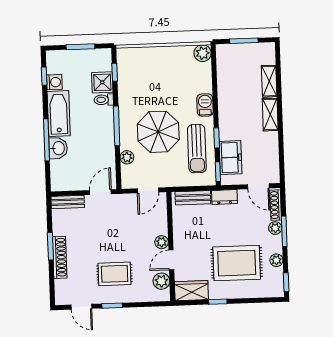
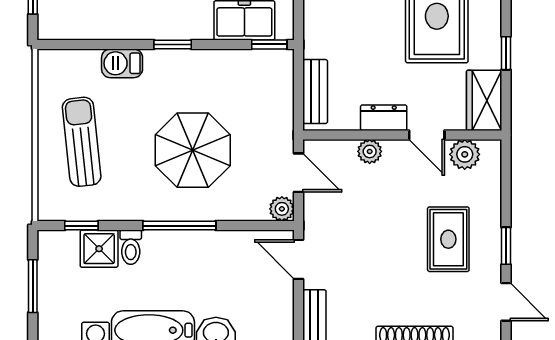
plant: (203, 53) -> (53, 64), removed
barbecue: (205, 105) -> (122, 63), moved
window: (217, 138) -> (173, 44), moved
sun lounger: (197, 149) -> (82, 142), moved, turned -96
plant: (127, 157) -> (282, 209), moved
dresser: (224, 197) -> (384, 118), moved, turned -90
plant: (162, 242) -> (370, 151), moved
door: (81, 307) -> (506, 302), hinge flipped

